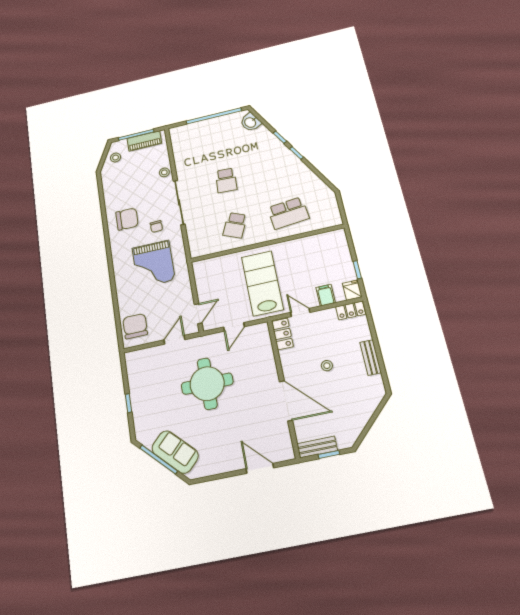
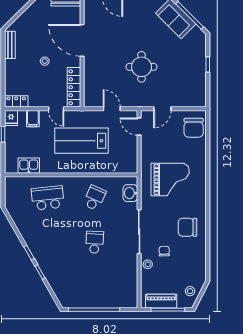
washbasin: (250, 122) -> (130, 193), moved, turned -150
chair: (156, 226) -> (164, 251), moved
kitchen sink: (318, 242) -> (29, 166), added
grand piano: (153, 264) -> (170, 179), turned 90
lab bench: (262, 283) -> (82, 141), turned 90
door: (198, 314) -> (139, 127), hinge flipped
door: (234, 327) -> (112, 109), hinge flipped
locker: (282, 334) -> (74, 87), width x1.53
bench: (371, 357) -> (10, 45), moved
round table: (207, 384) -> (142, 67), width x0.73, depth x0.73

